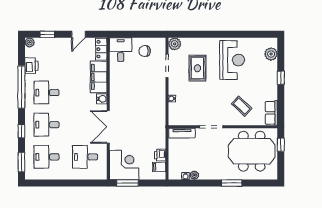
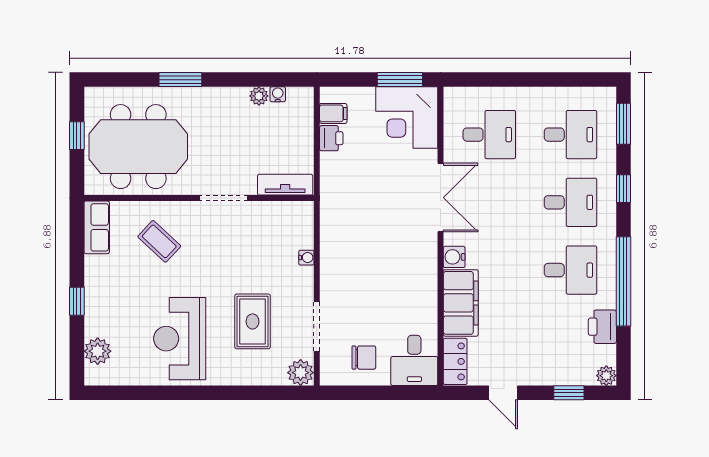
door: (78, 34) -> (503, 393), swing flipped
window: (281, 145) -> (77, 136), moved

